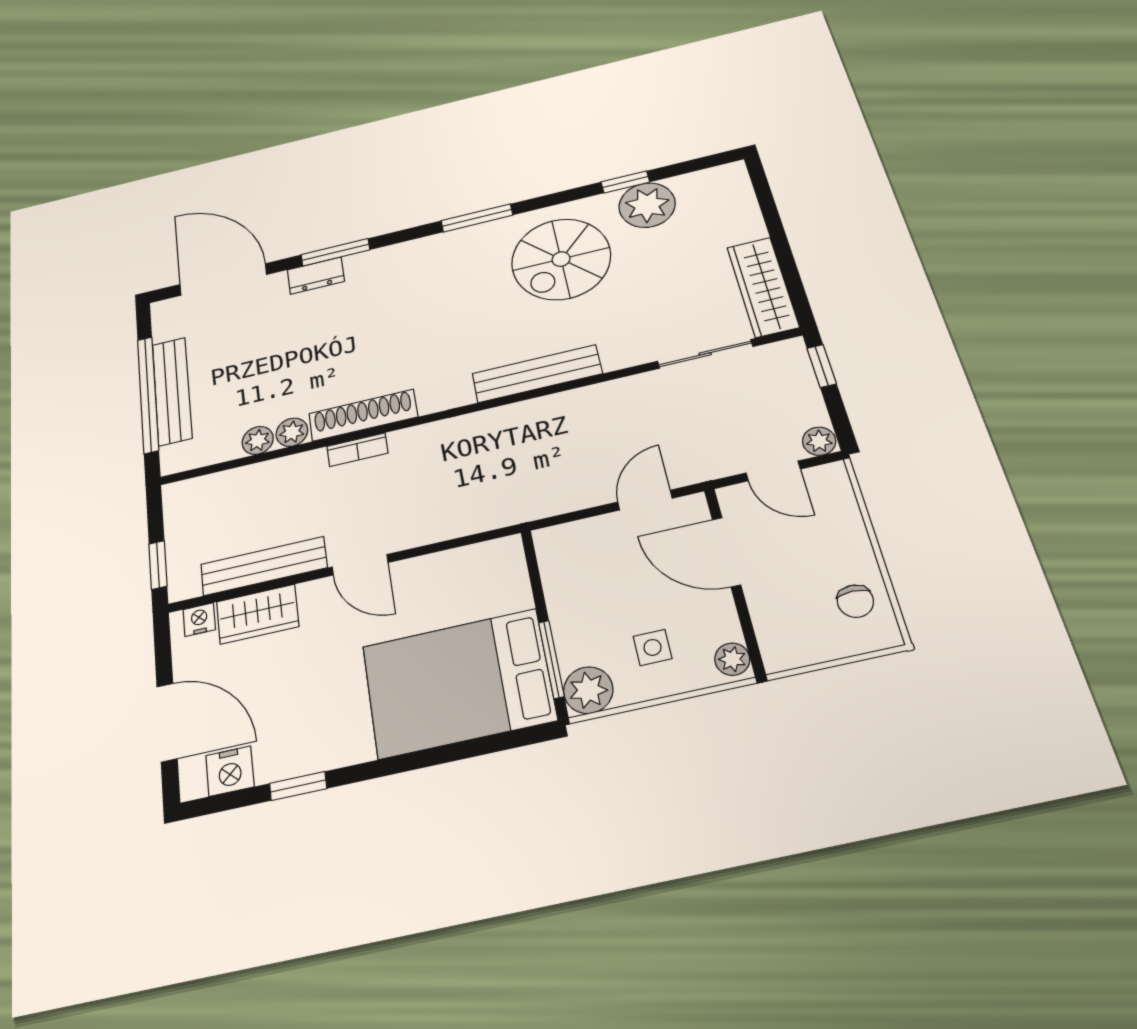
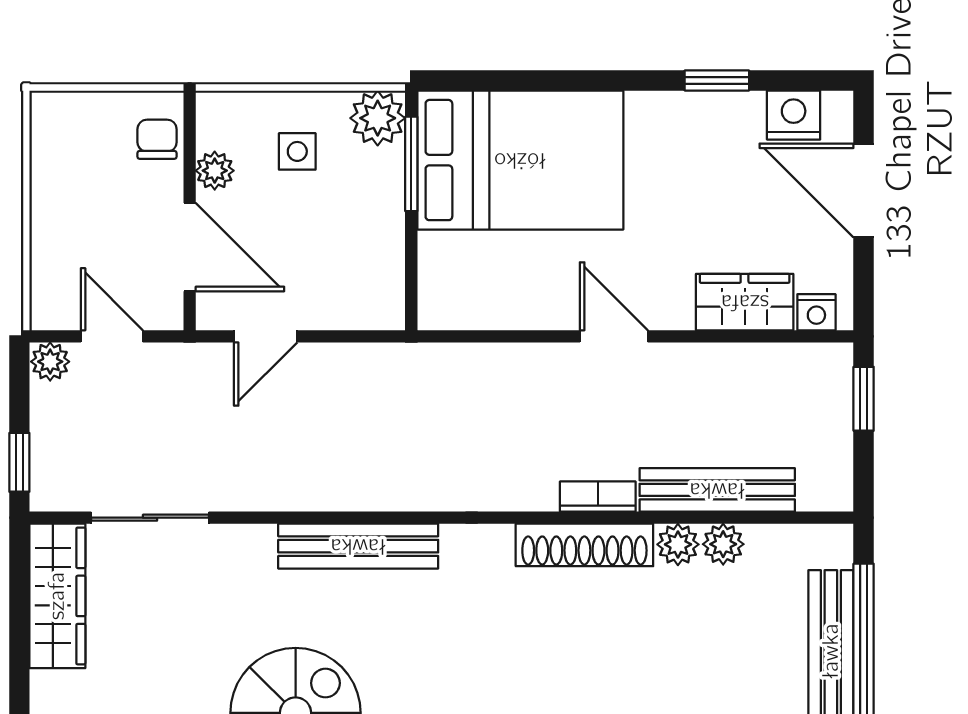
bench: (264, 566) -> (717, 490), moved
chair: (855, 601) -> (157, 139), moved
plant: (732, 659) -> (215, 171), moved

